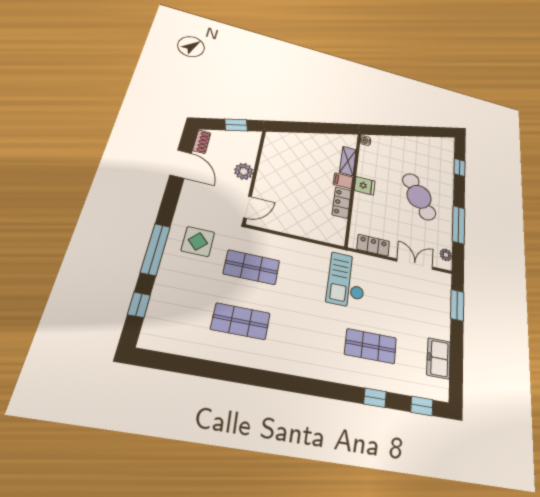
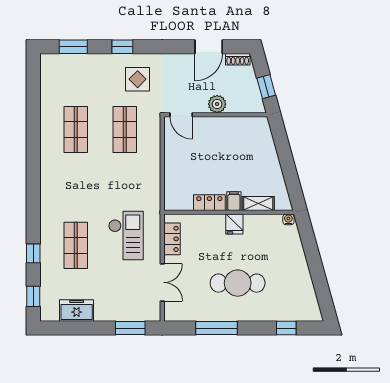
cafe table: (419, 197) -> (238, 283), turned 32
window: (155, 249) -> (122, 47), width x0.46
plant: (446, 255) -> (180, 315), removed
checkout: (347, 280) -> (126, 235), moved, turned 90
window: (139, 305) -> (73, 47), width x1.50

